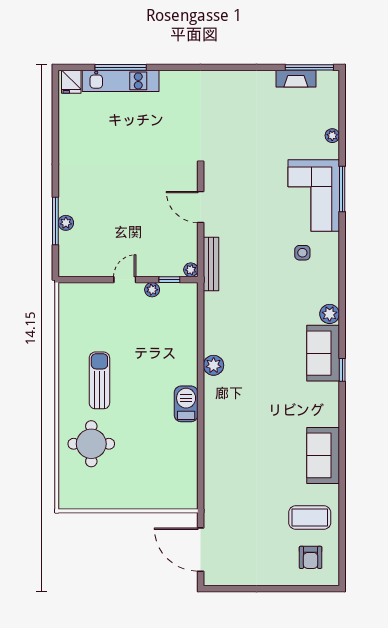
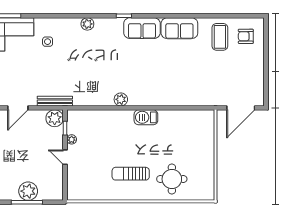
plant: (66, 223) -> (28, 191), width x1.87, depth x1.87
plant: (191, 270) -> (55, 118), width x1.88, depth x1.88
sofa: (323, 353) -> (142, 28), moved
armchair: (311, 557) -> (246, 36), turned 180

